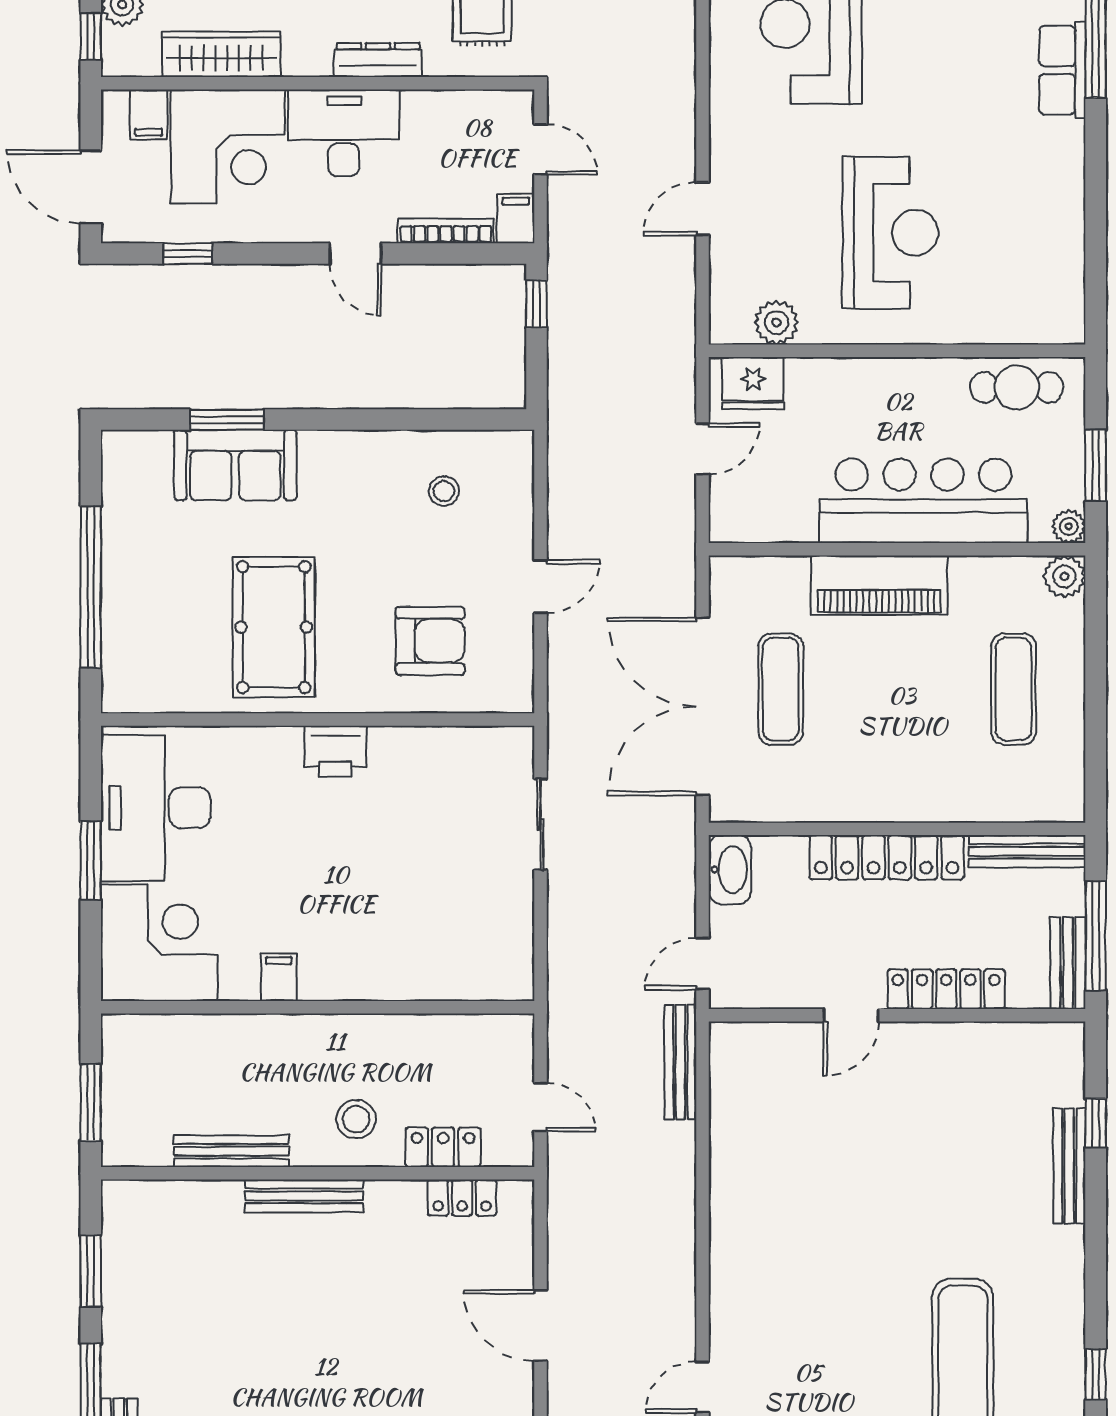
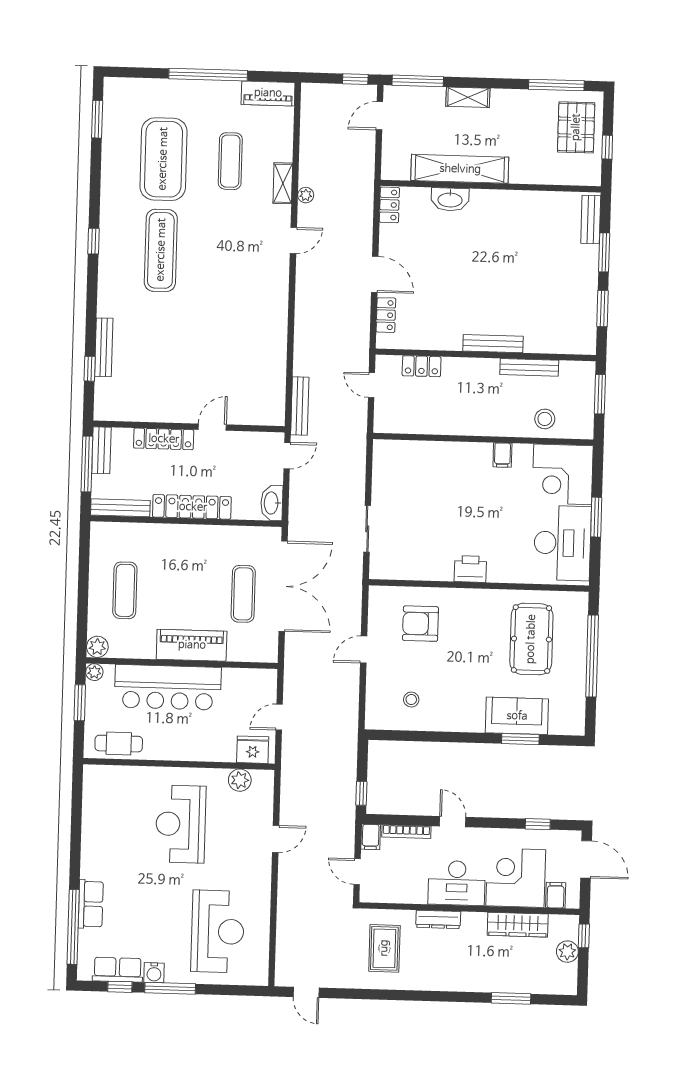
pool table: (274, 627) -> (531, 639), moved
stool: (356, 1119) -> (545, 419), moved
locker: (462, 1198) -> (386, 315), moved, turned 90

